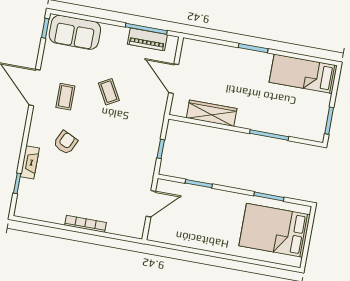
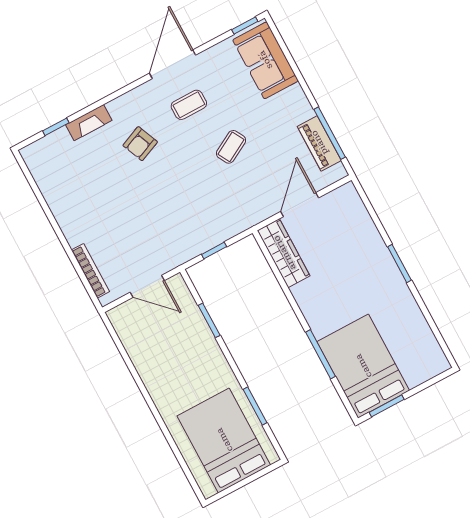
bed: (303, 74) -> (363, 366), moved, width x1.50
wardrobe: (212, 113) -> (284, 253), moved
armchair: (65, 142) -> (140, 144), turned 132
bookcase: (86, 224) -> (90, 271), moved

